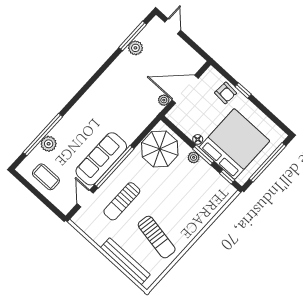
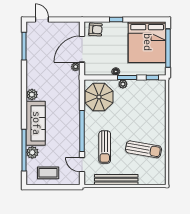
plant: (135, 48) -> (32, 95), moved
armchair: (226, 93) -> (95, 29), moved
bed: (234, 144) -> (147, 42), moved, turned 180
sofa: (101, 159) -> (36, 123), moved, turned 180
bench: (125, 261) -> (116, 180), moved

